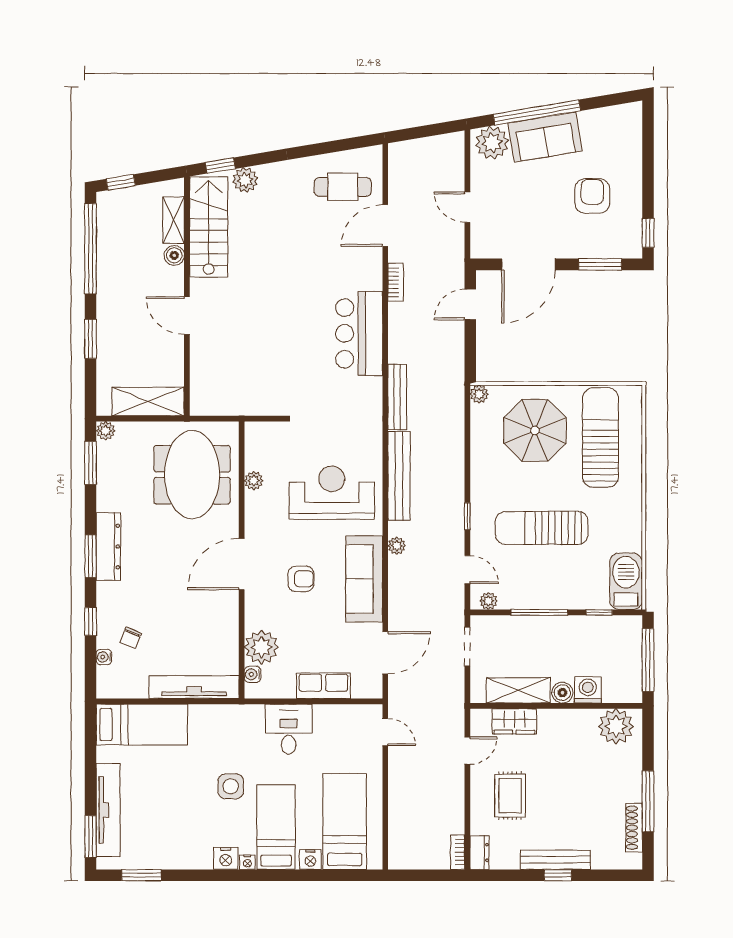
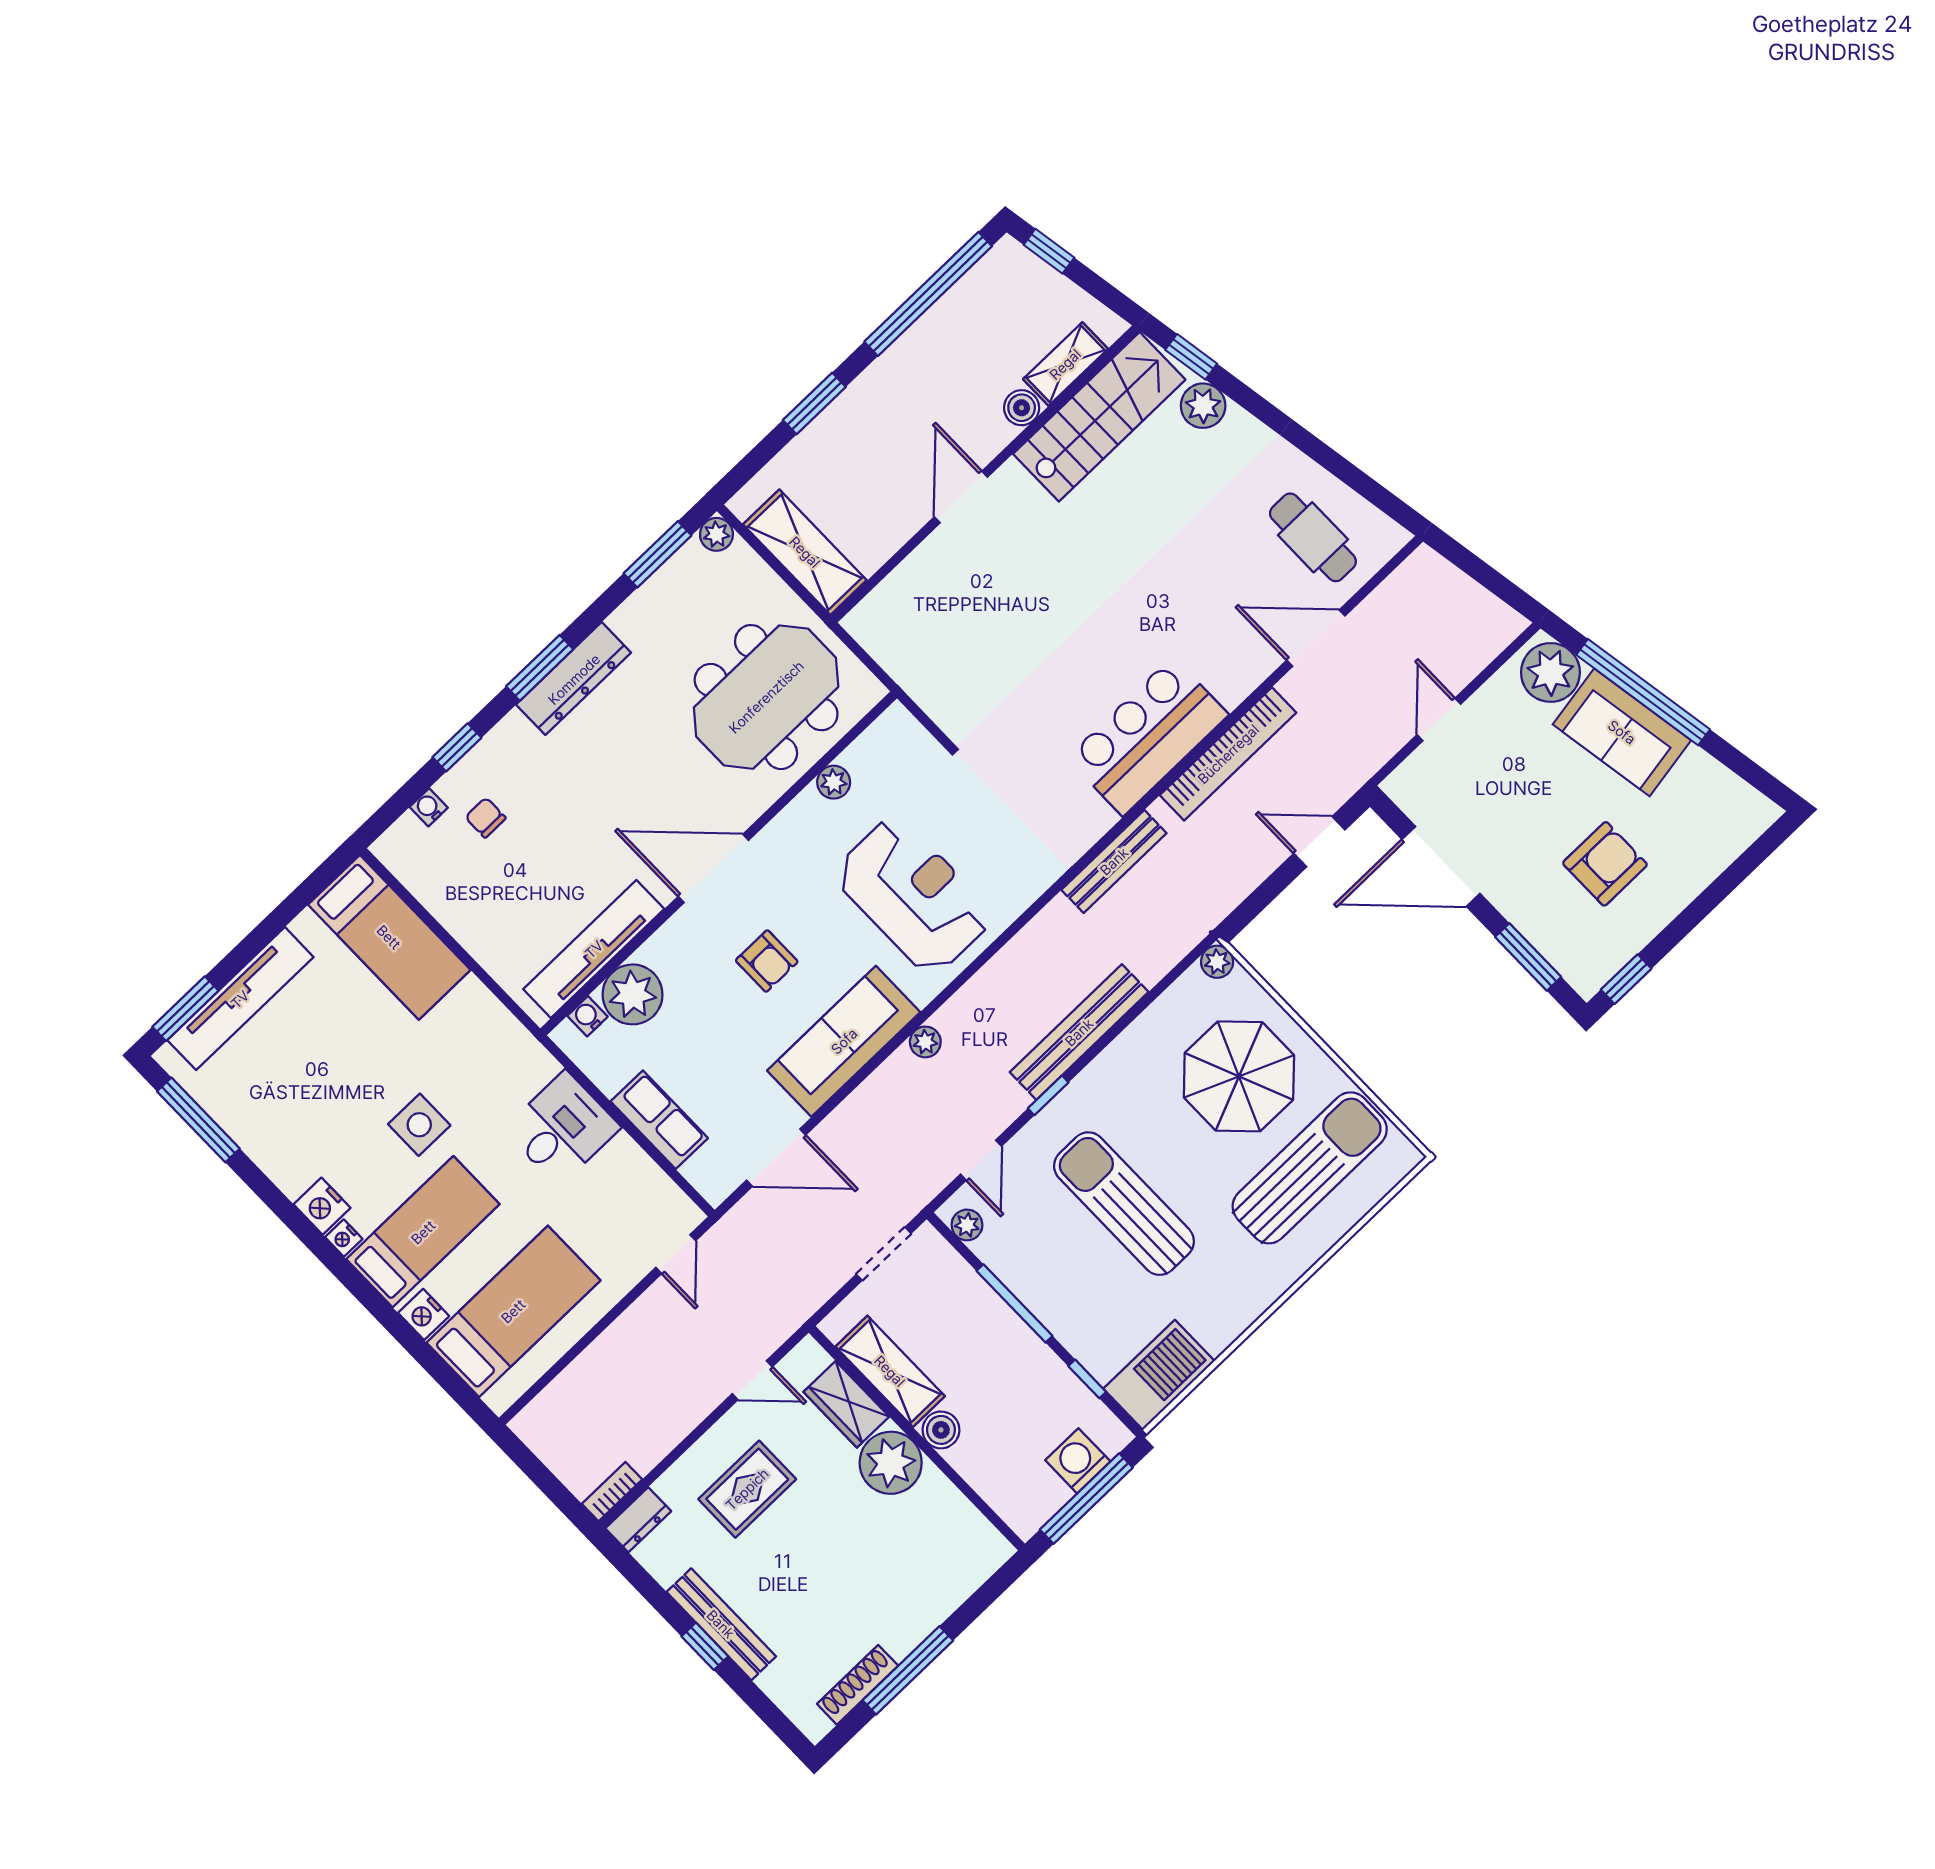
bookcase: (396, 282) -> (1228, 754), width x2.31, depth x1.31
bench: (399, 476) -> (1079, 1032), moved
chair: (131, 638) -> (485, 818), turned 68
tv unit: (194, 687) -> (594, 949), moved, turned -90
washing machine: (588, 690) -> (1078, 1461), moved, turned -90
plant: (616, 726) -> (891, 1463), moved
window: (141, 875) -> (198, 1120), width x1.44

